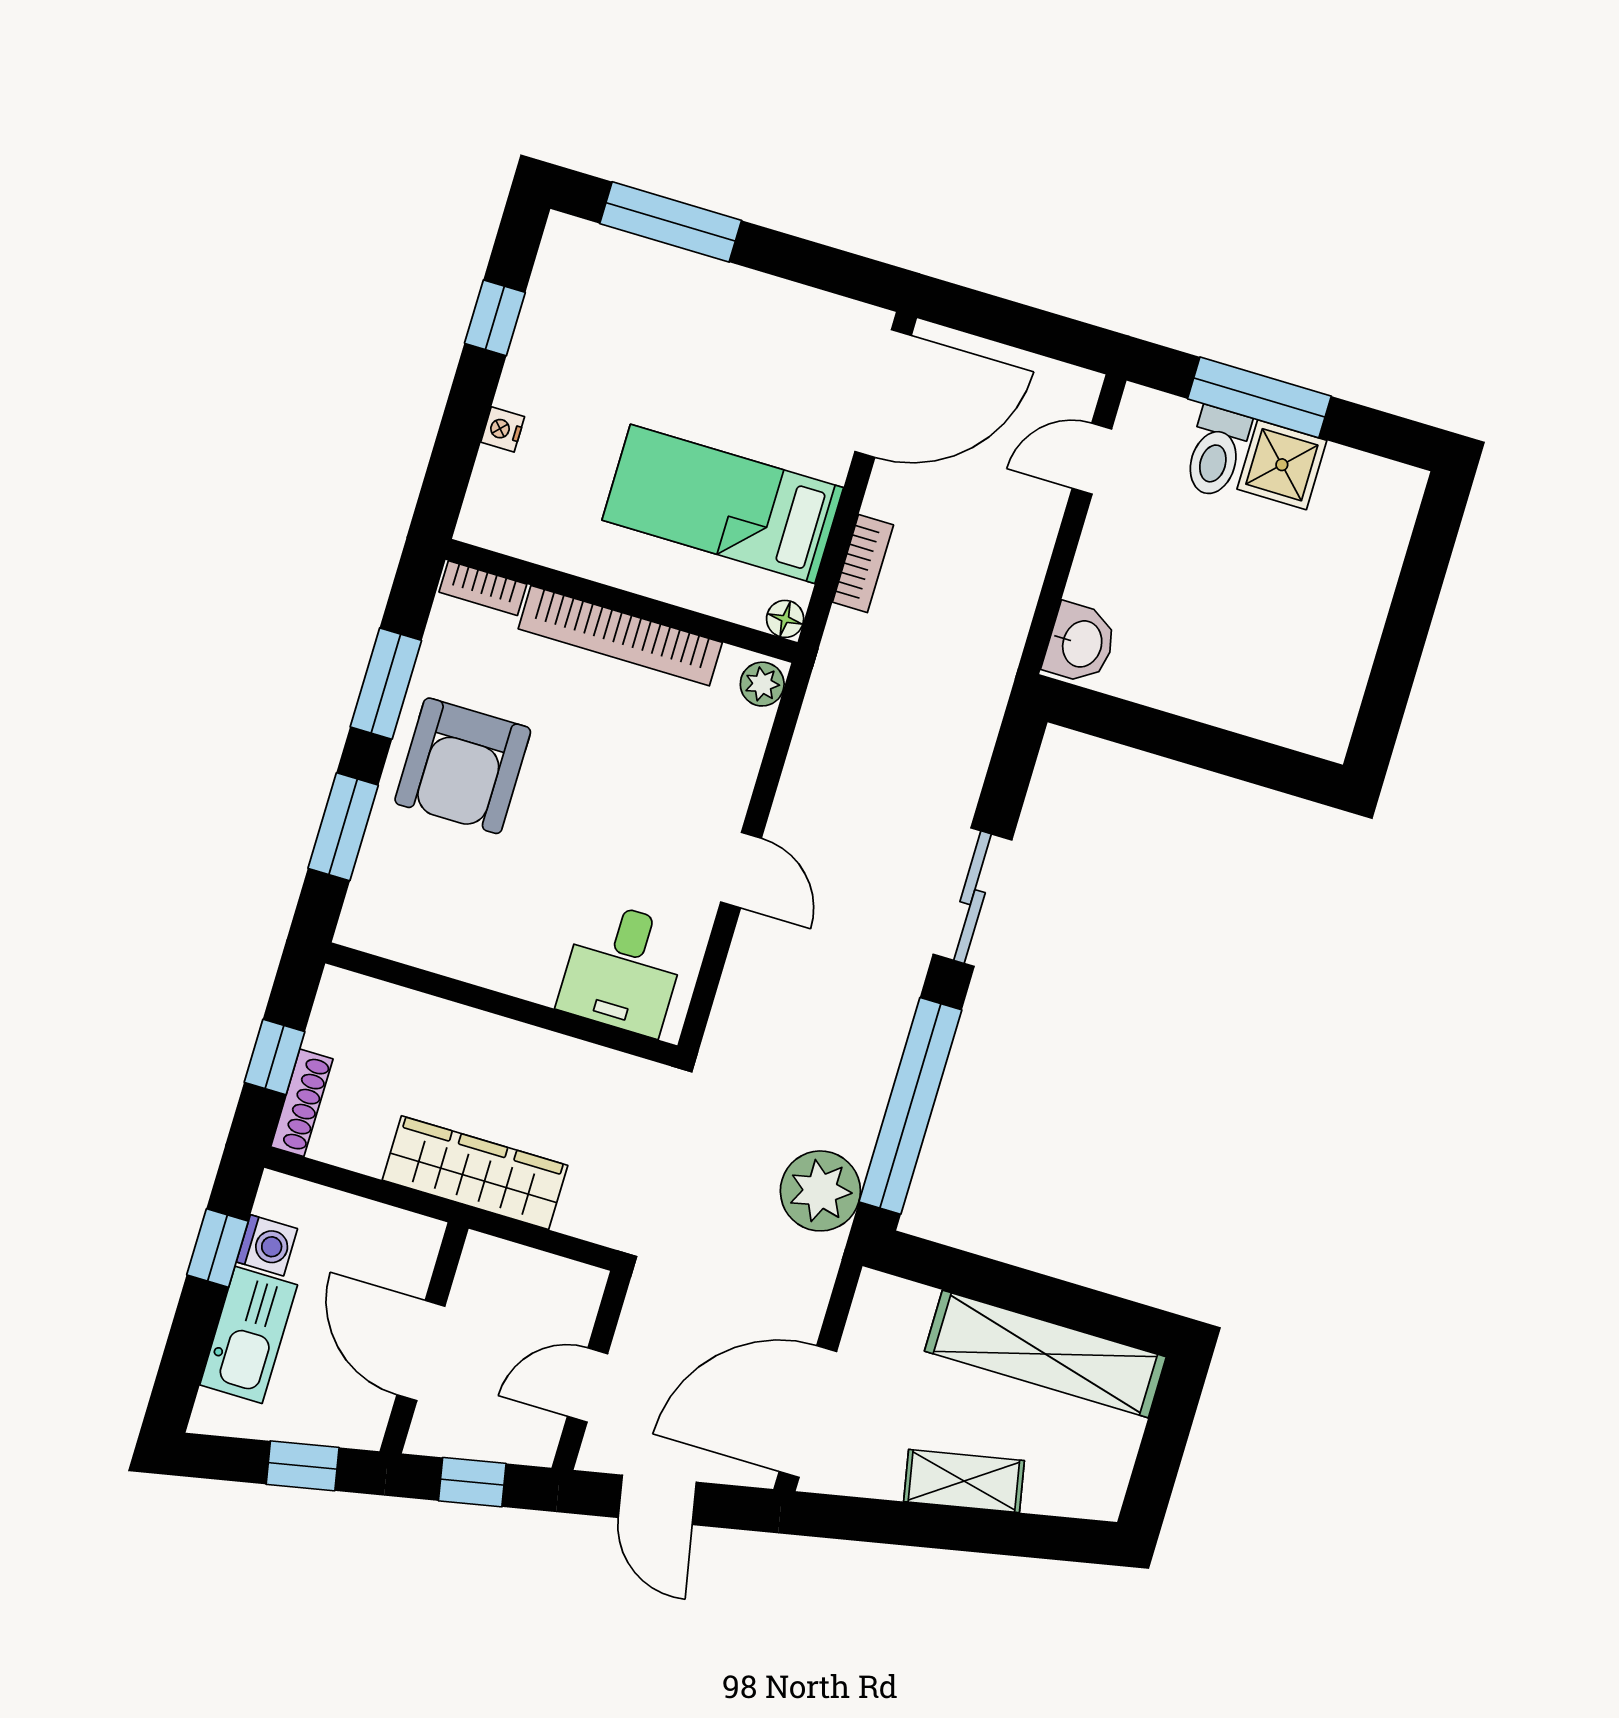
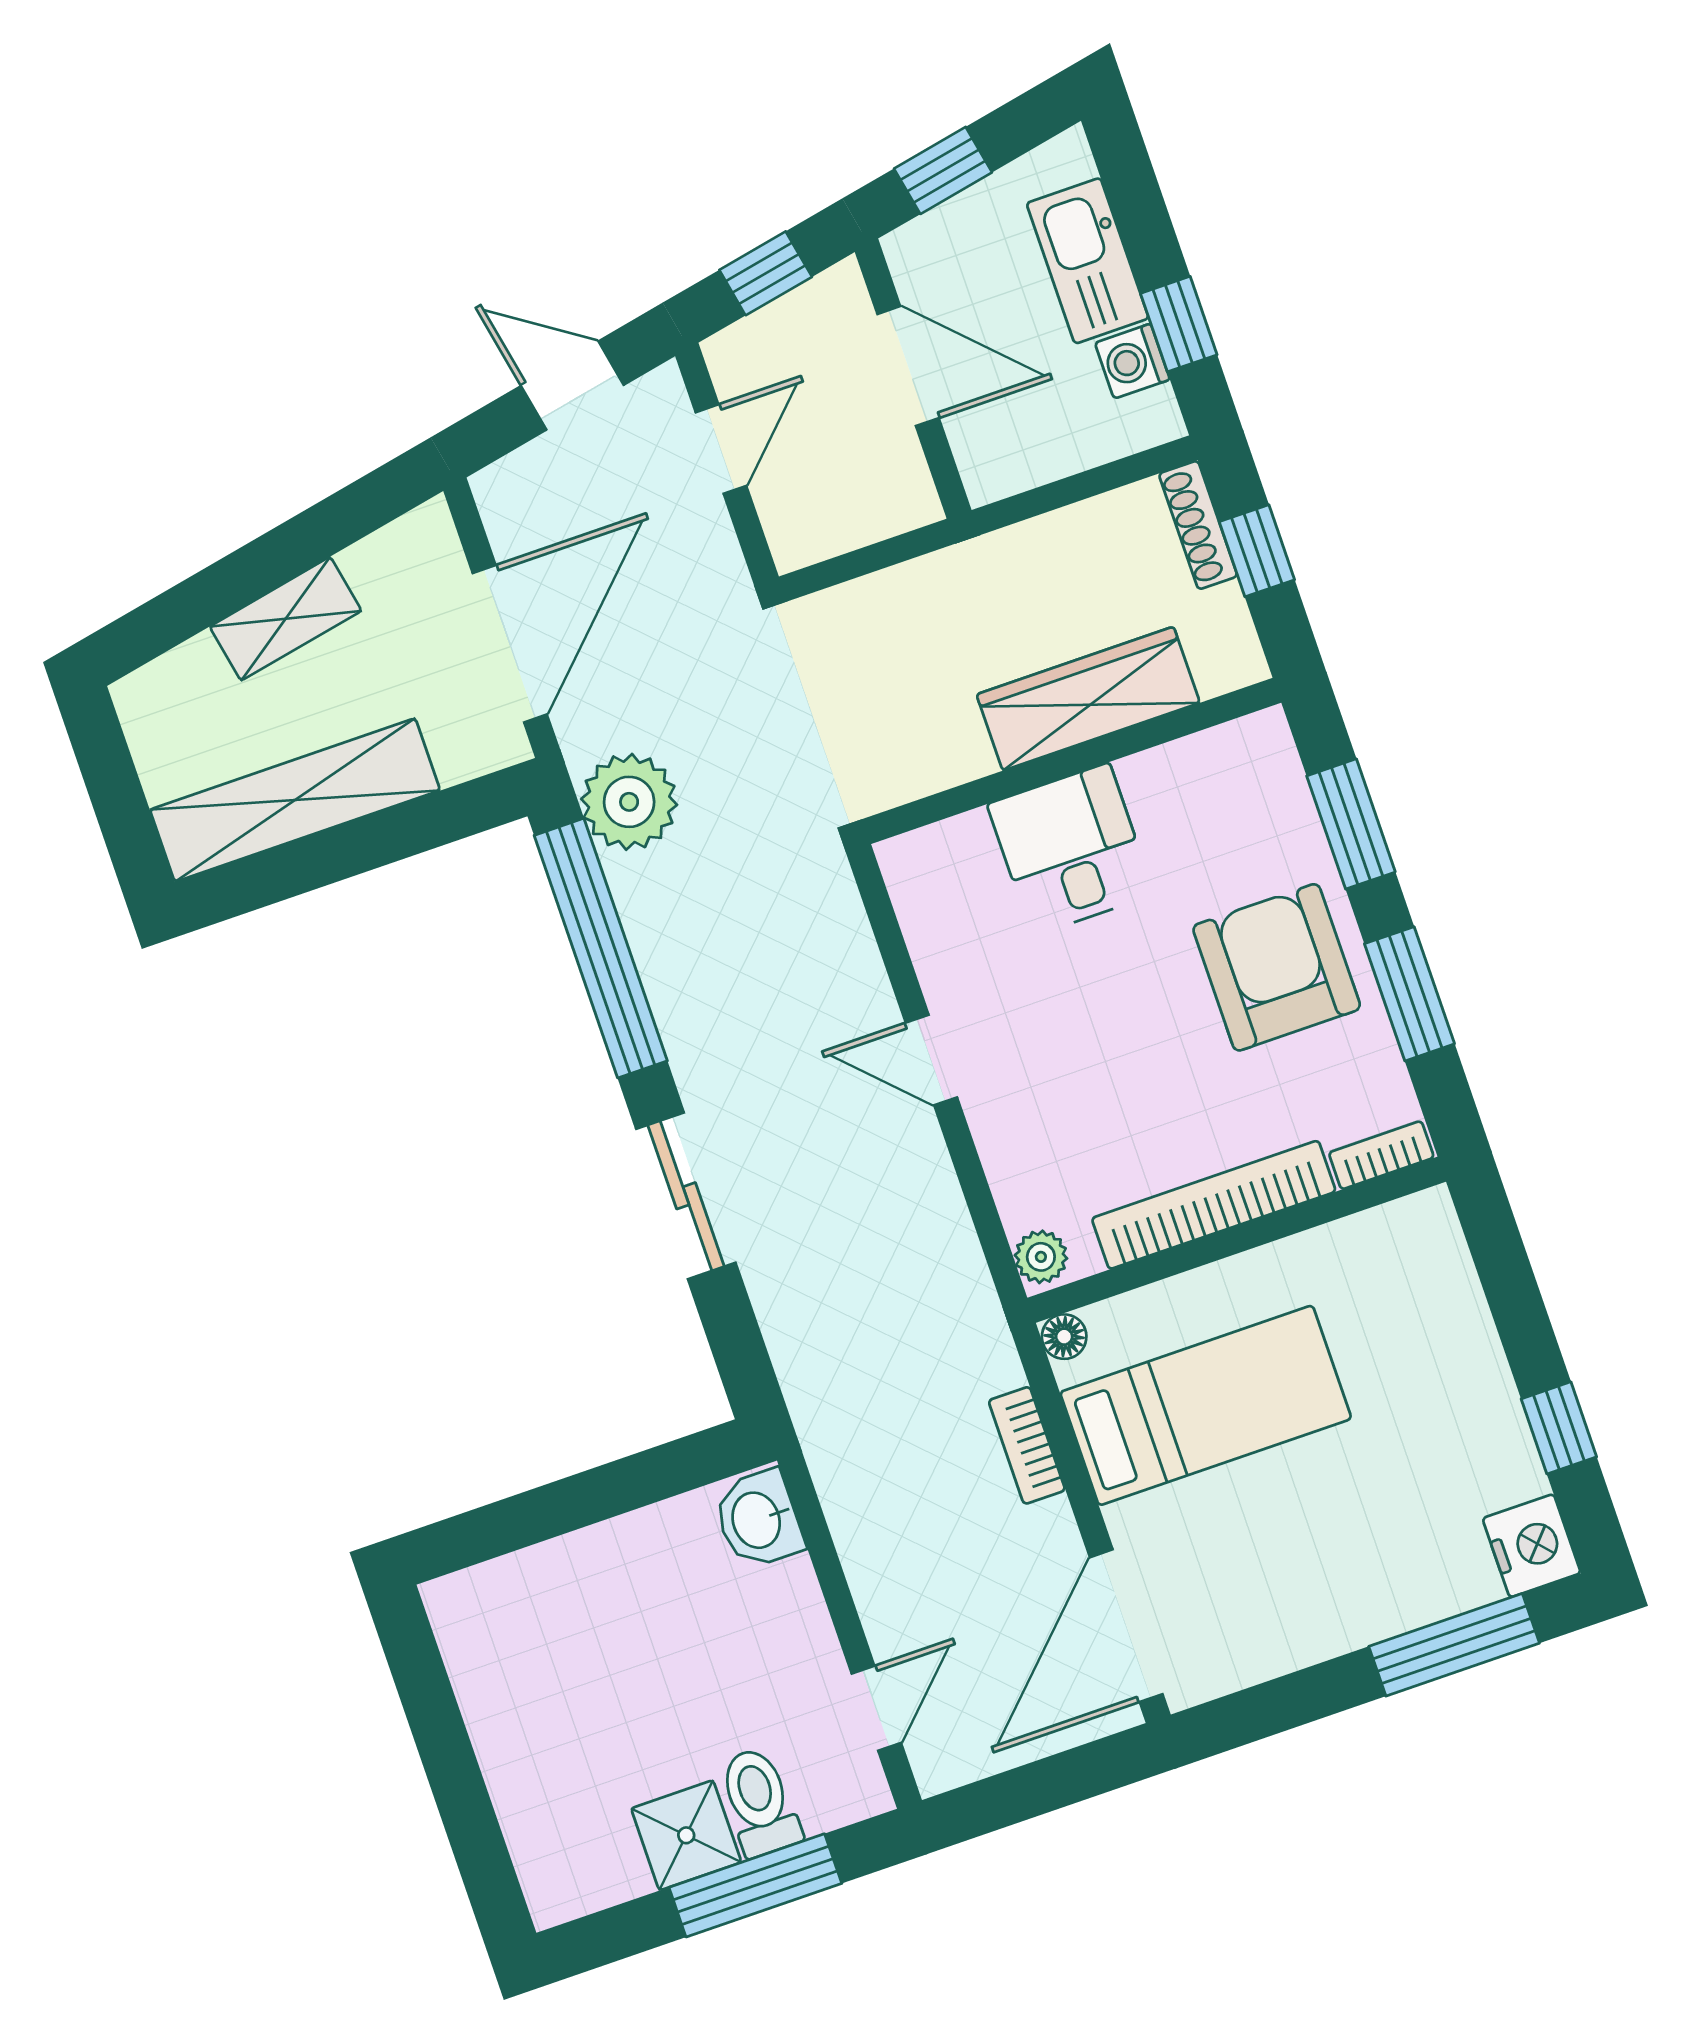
nightstand: (503, 429) -> (1532, 1546), moved, width x1.89, depth x1.79
desk: (623, 968) -> (1071, 849), moved
wardrobe: (475, 1173) -> (1088, 699), moved, turned 180
door: (808, 1411) -> (510, 644), moved

